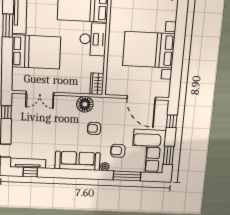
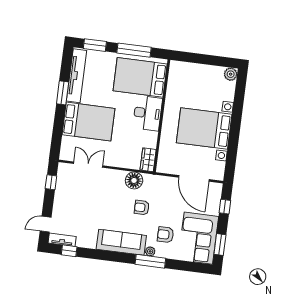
double door: (40, 93) -> (88, 165), swing flipped
tv unit: (28, 163) -> (62, 240), width x0.71
window: (127, 176) -> (150, 261), moved

